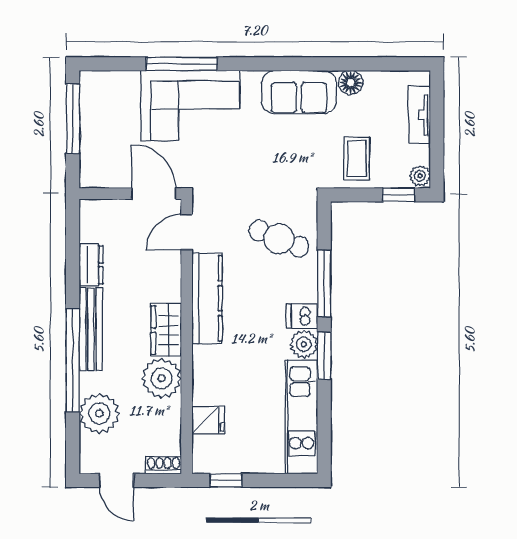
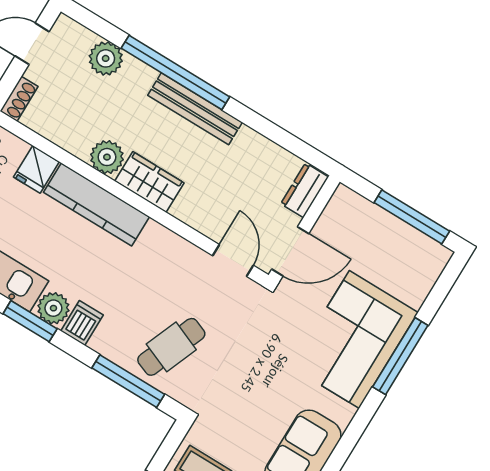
dresser: (91, 265) -> (305, 190), moved, turned 90
window: (324, 283) -> (128, 381), moved
kitchen counter: (207, 298) -> (97, 204), moved
plant: (162, 378) -> (107, 157), width x0.73, depth x0.73
plant: (99, 413) -> (106, 58), width x0.73, depth x0.73

